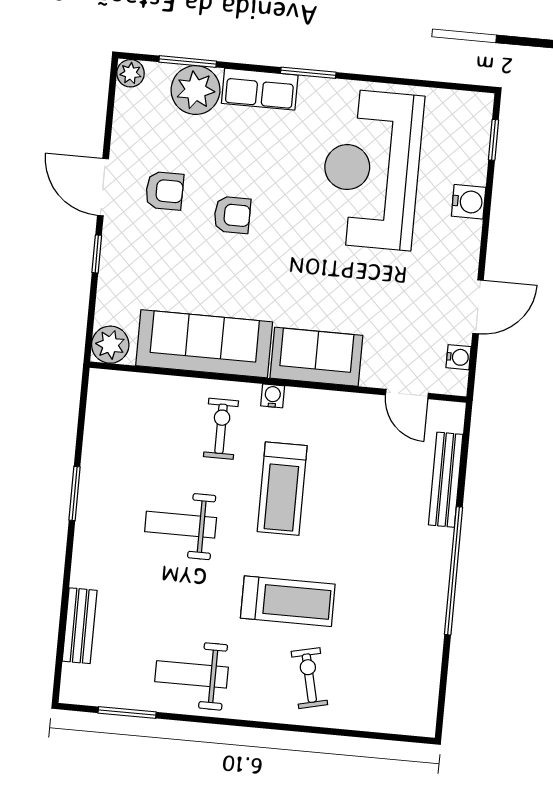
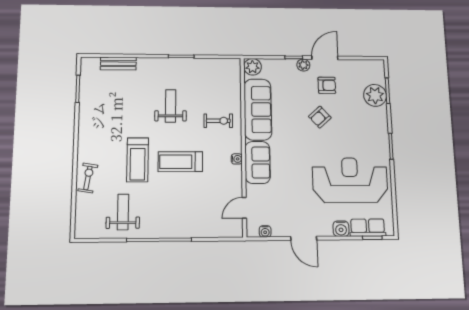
plant: (131, 73) -> (303, 65), moved
row of seats: (260, 89) -> (368, 228), moved, turned 90
armchair: (164, 191) -> (327, 85), turned -90
armchair: (232, 215) -> (320, 117), turned 48
door: (478, 307) -> (304, 238), moved
water cooler: (273, 396) -> (237, 159), moved
bench: (446, 480) -> (204, 231), removed
treadmill: (282, 489) -> (180, 162), moved
weight bench: (192, 674) -> (123, 212), moved
exercise bike: (309, 678) -> (88, 178), moved, turned -68

